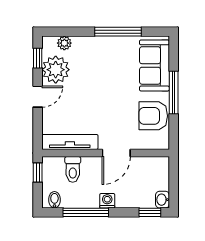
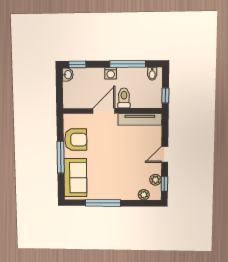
plant: (56, 70) -> (155, 180), width x0.53, depth x0.53
toilet: (73, 169) -> (124, 98), moved

